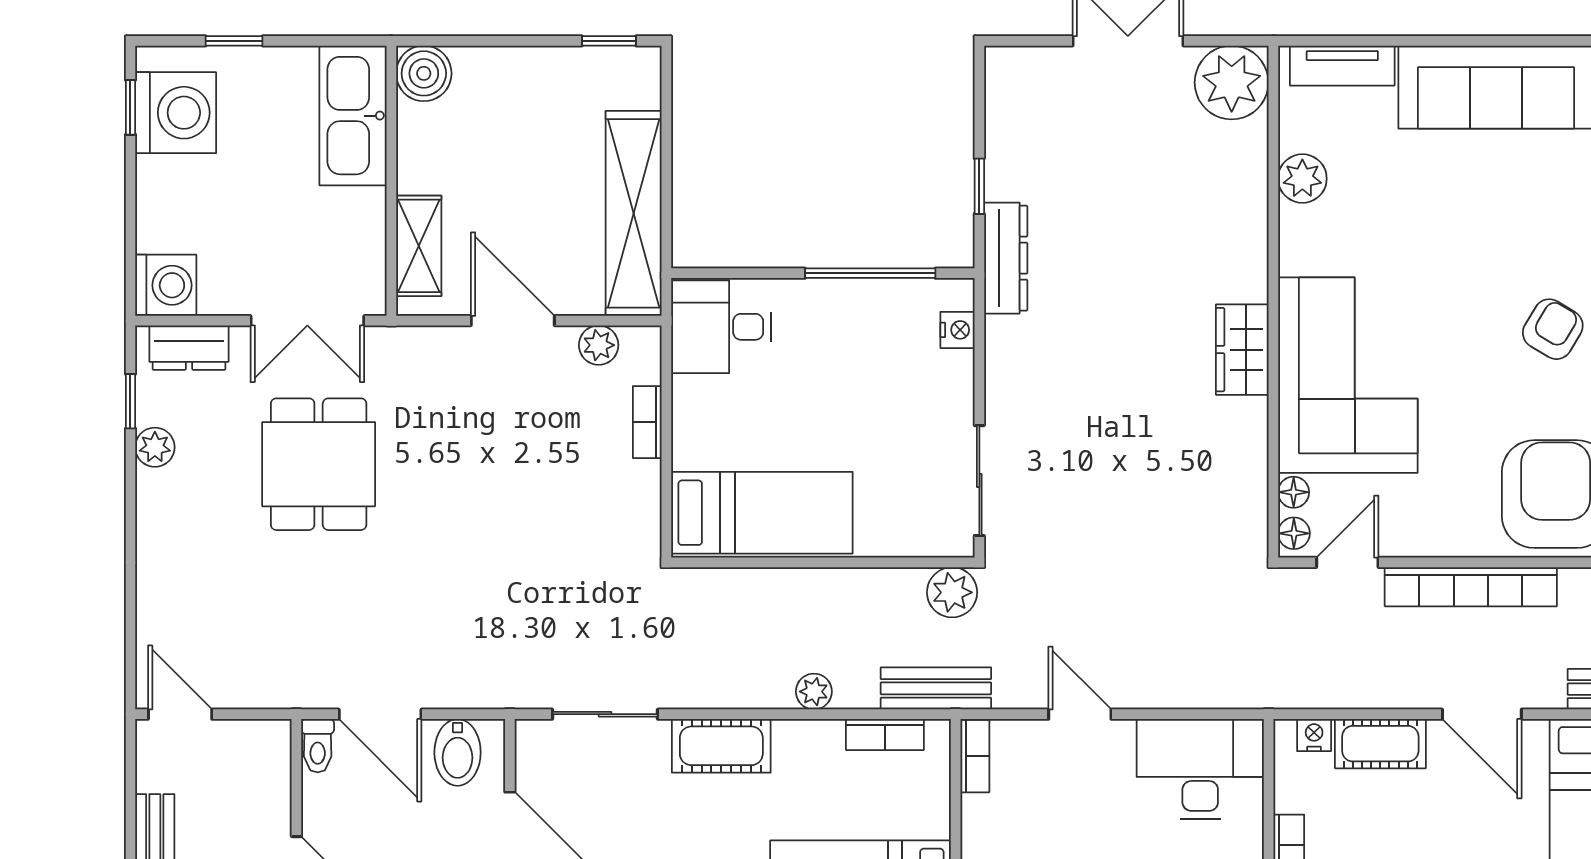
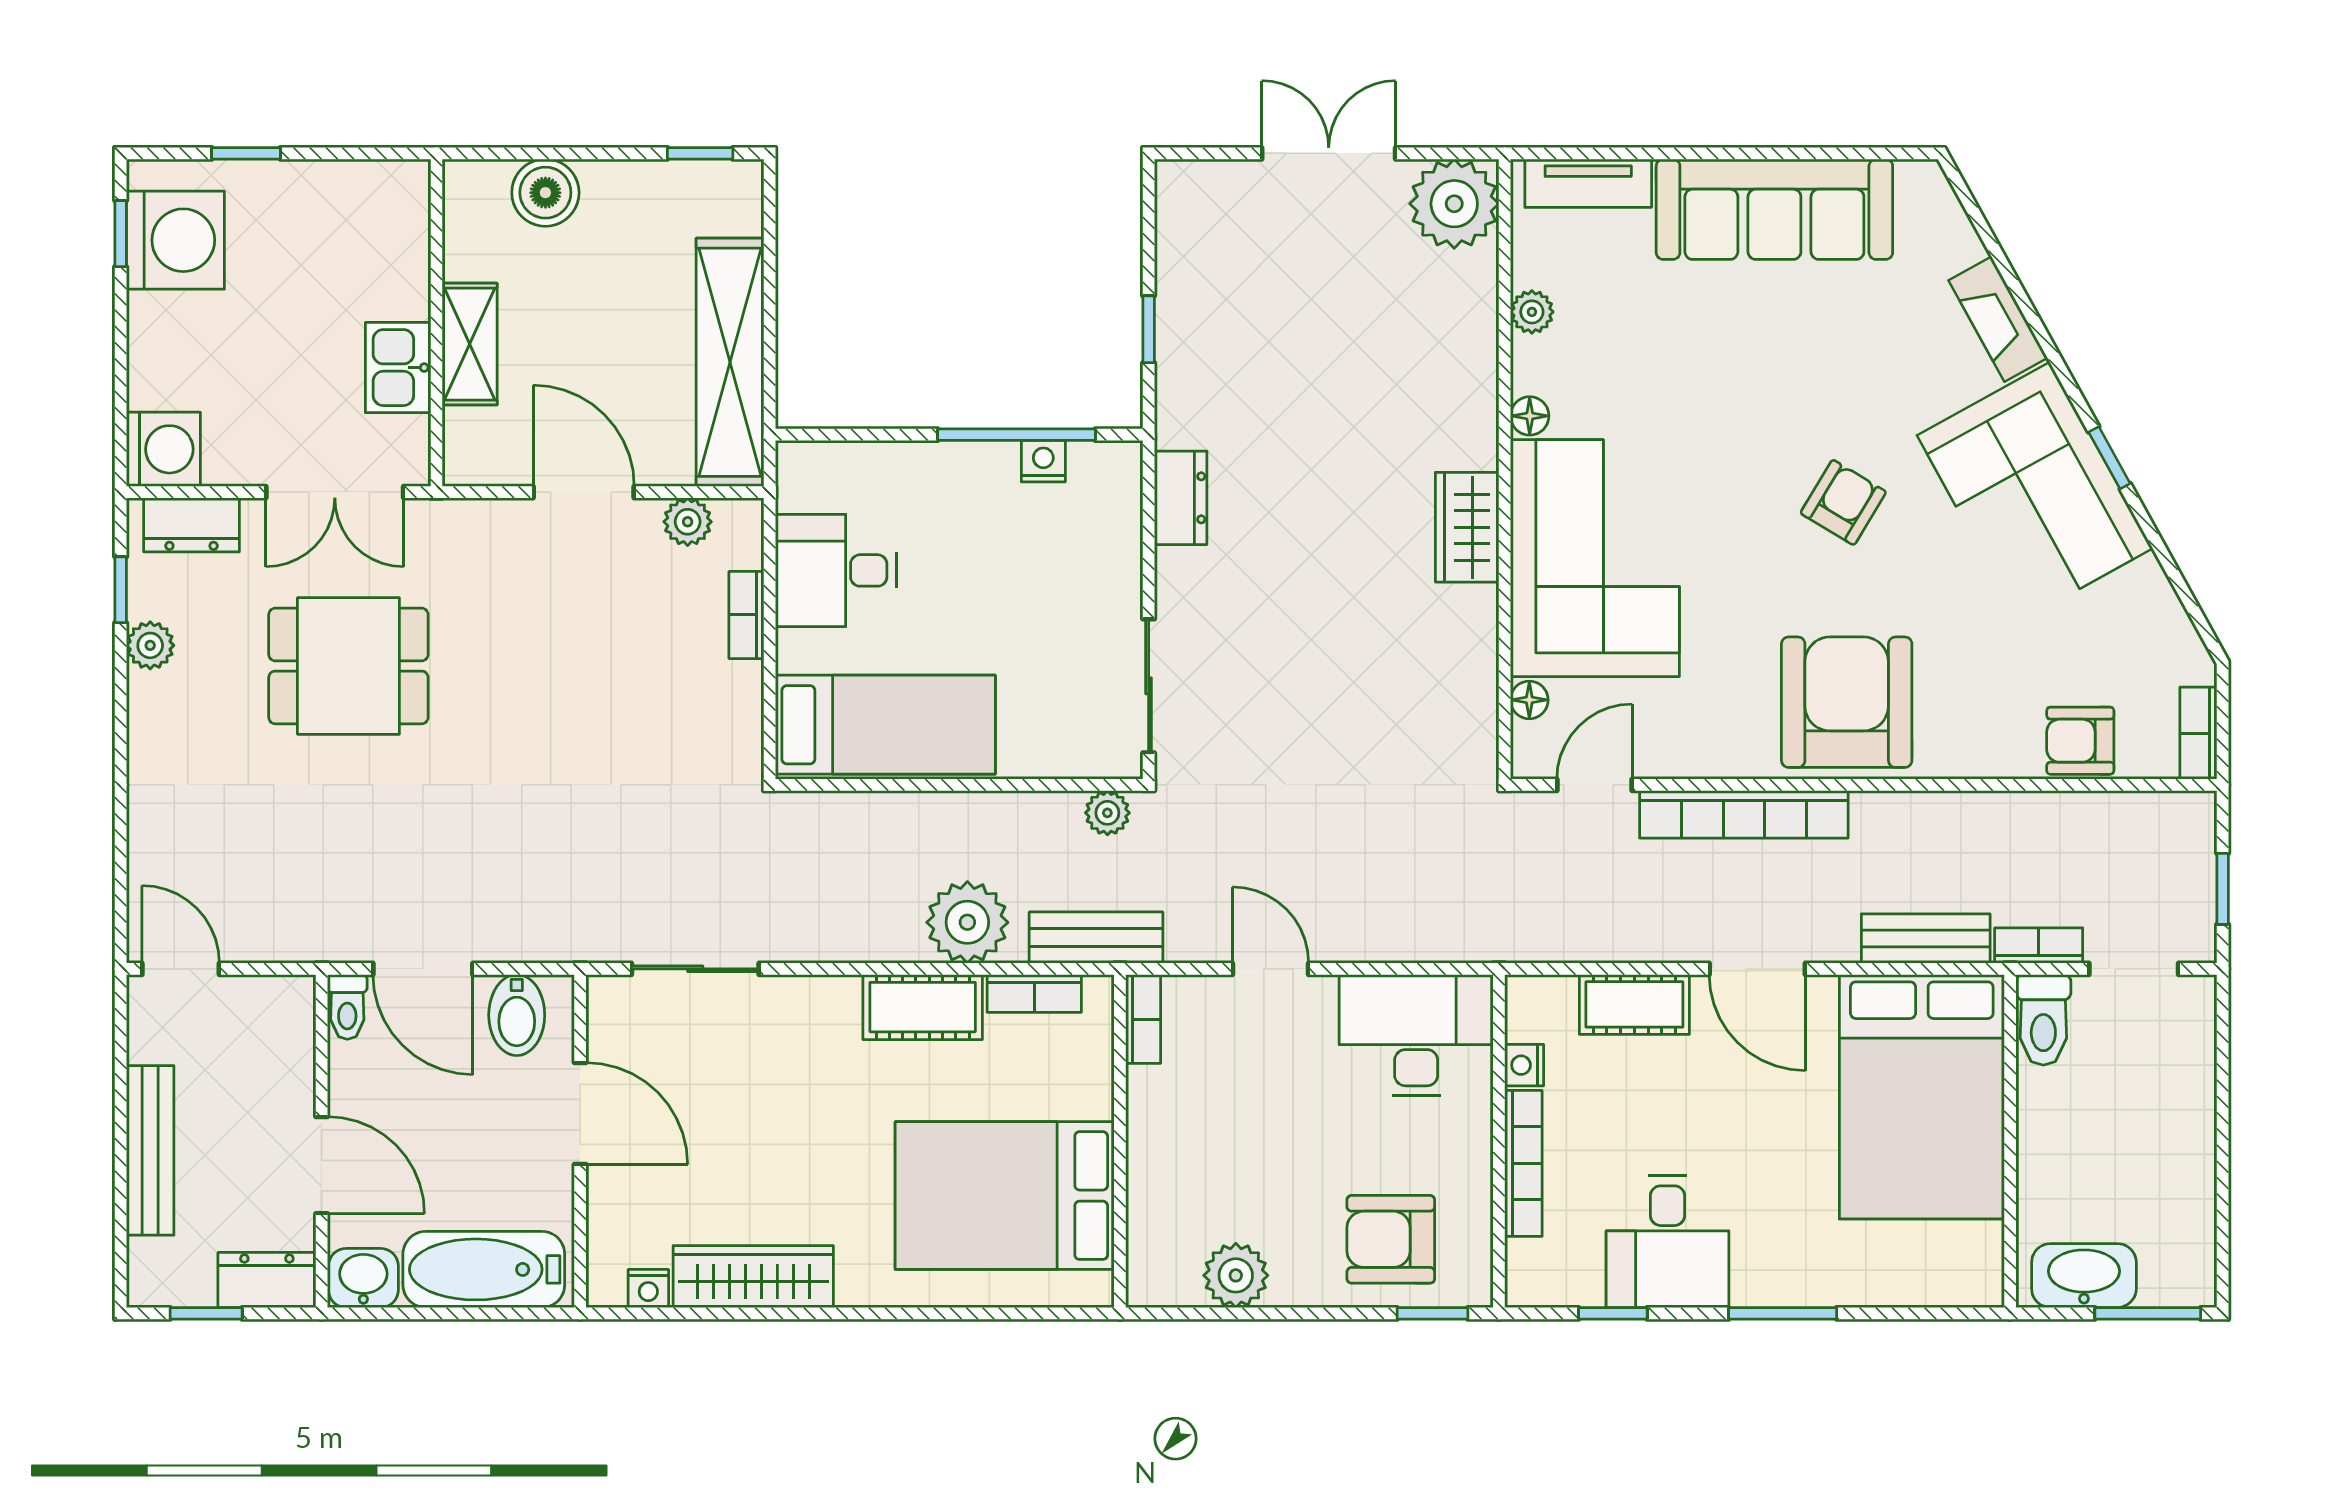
boiler: (424, 73) -> (545, 193), moved
kitchen sink: (353, 116) -> (398, 368), moved, width x0.53, depth x0.81
plant: (1302, 179) -> (1532, 312), width x0.73, depth x0.73
shelving: (419, 246) -> (470, 344), moved
dresser: (1006, 258) -> (1181, 498), moved, width x0.70
desk: (721, 327) -> (836, 570), moved
nightstand: (957, 330) -> (1043, 461), moved, turned -90
dining table: (319, 464) -> (348, 666), turned 90
floor lamp: (1294, 533) -> (1530, 416), moved
plant: (952, 592) -> (1107, 813), width x0.73, depth x0.73
plant: (814, 692) -> (967, 922), width x1.88, depth x1.88
nightstand: (1314, 735) -> (1524, 1065), moved, turned -90
cot: (721, 746) -> (923, 1007), moved

